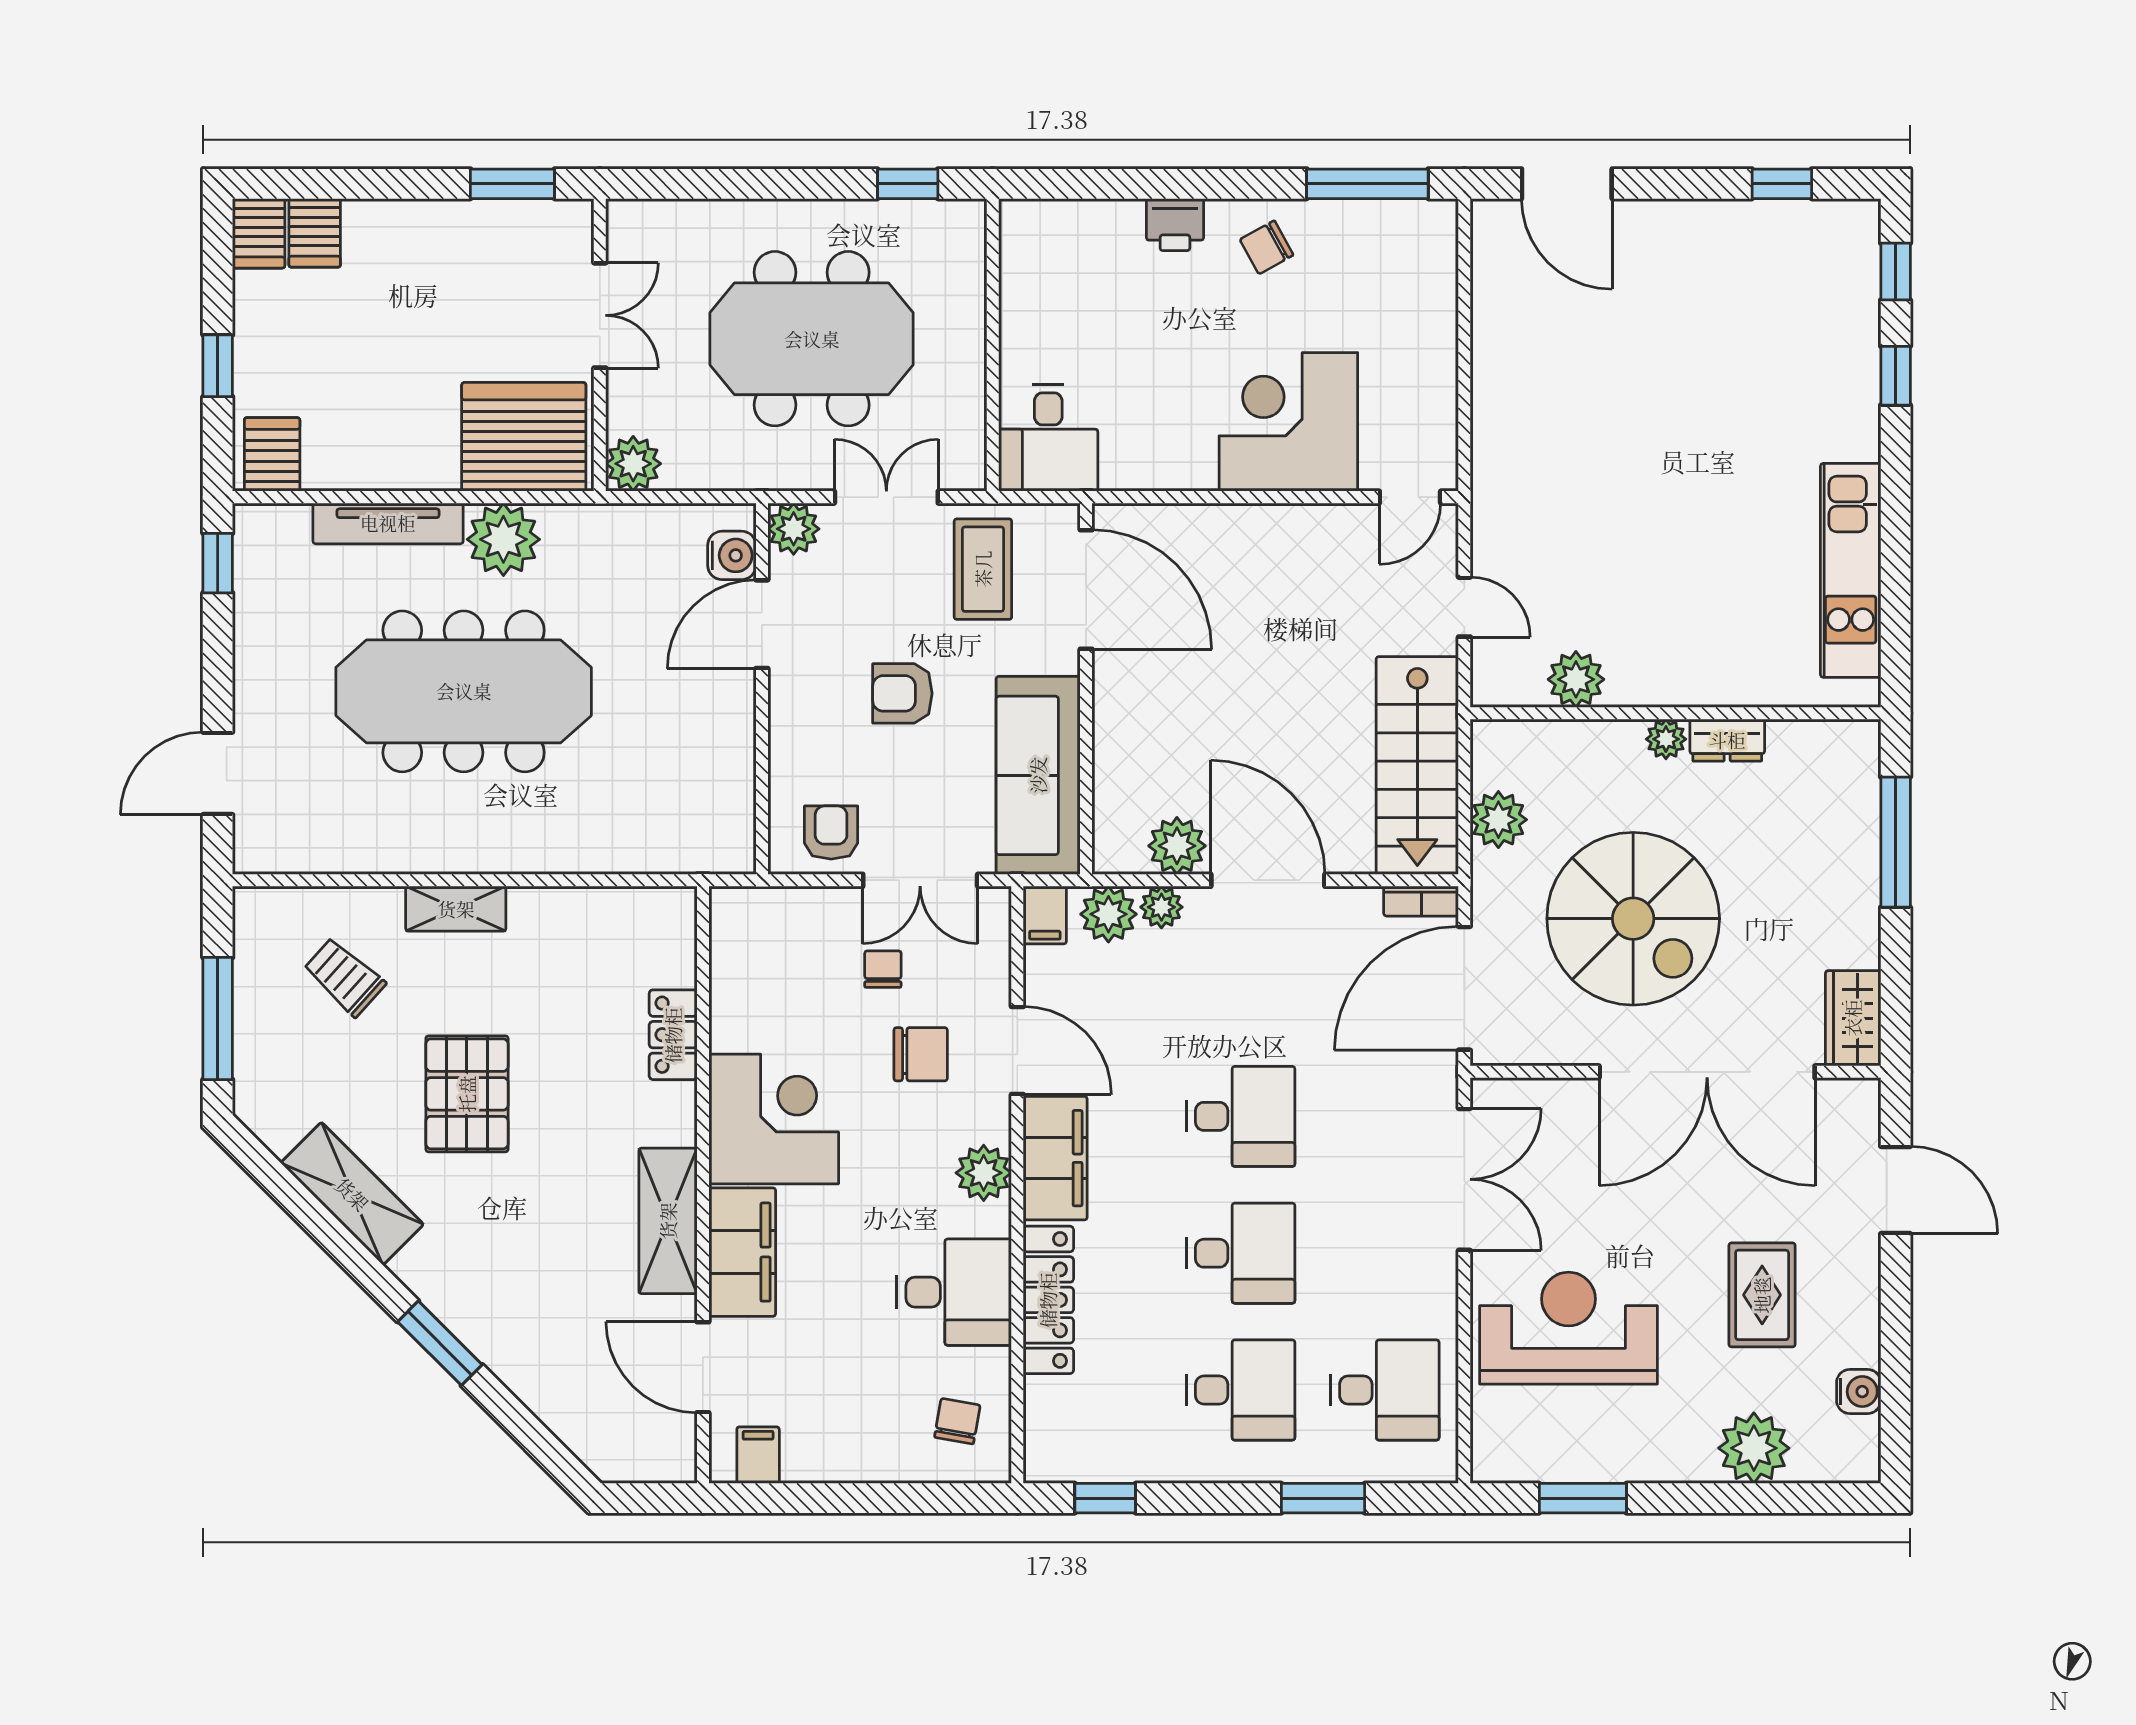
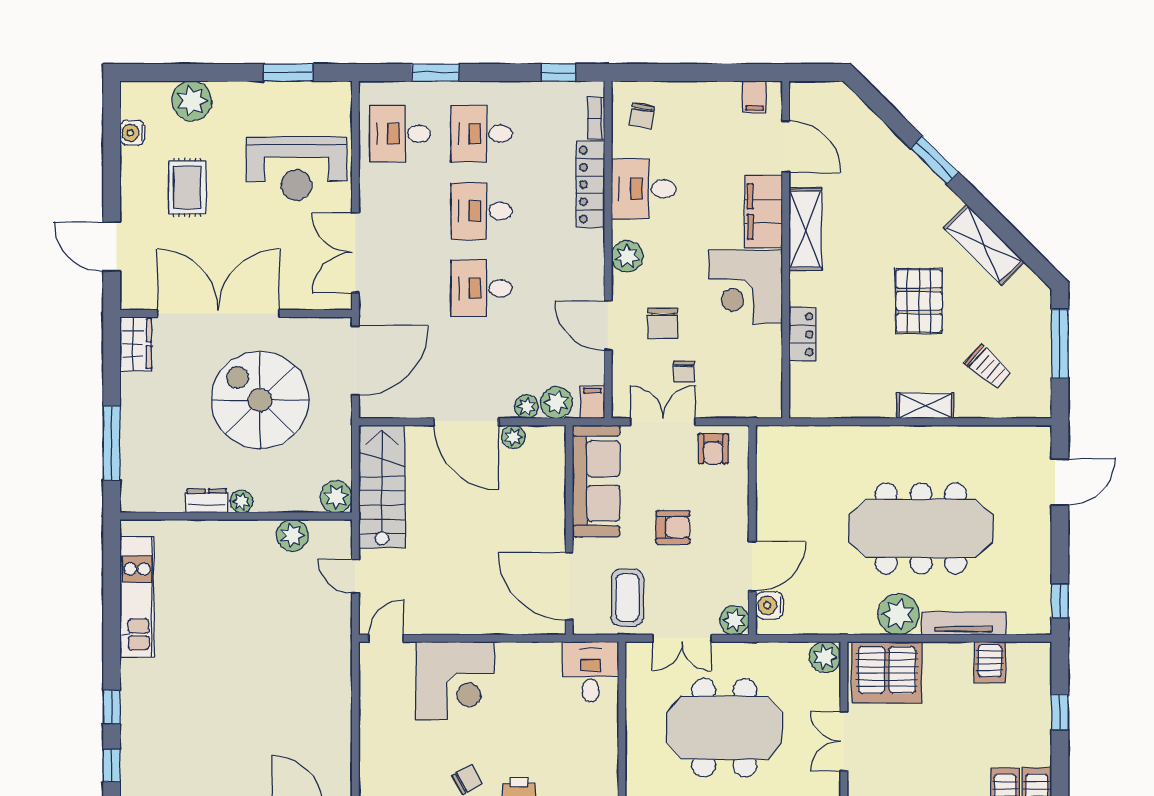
server rack: (272, 454) -> (990, 662), moved
plant: (1498, 820) -> (336, 497), moved
plant: (1177, 846) -> (513, 437), width x0.73, depth x0.73
bookcase: (1421, 901) -> (596, 118), moved, turned -90
chair: (921, 1054) -> (663, 323), turned -90
filing cabinet: (1055, 1158) -> (587, 265), removed

